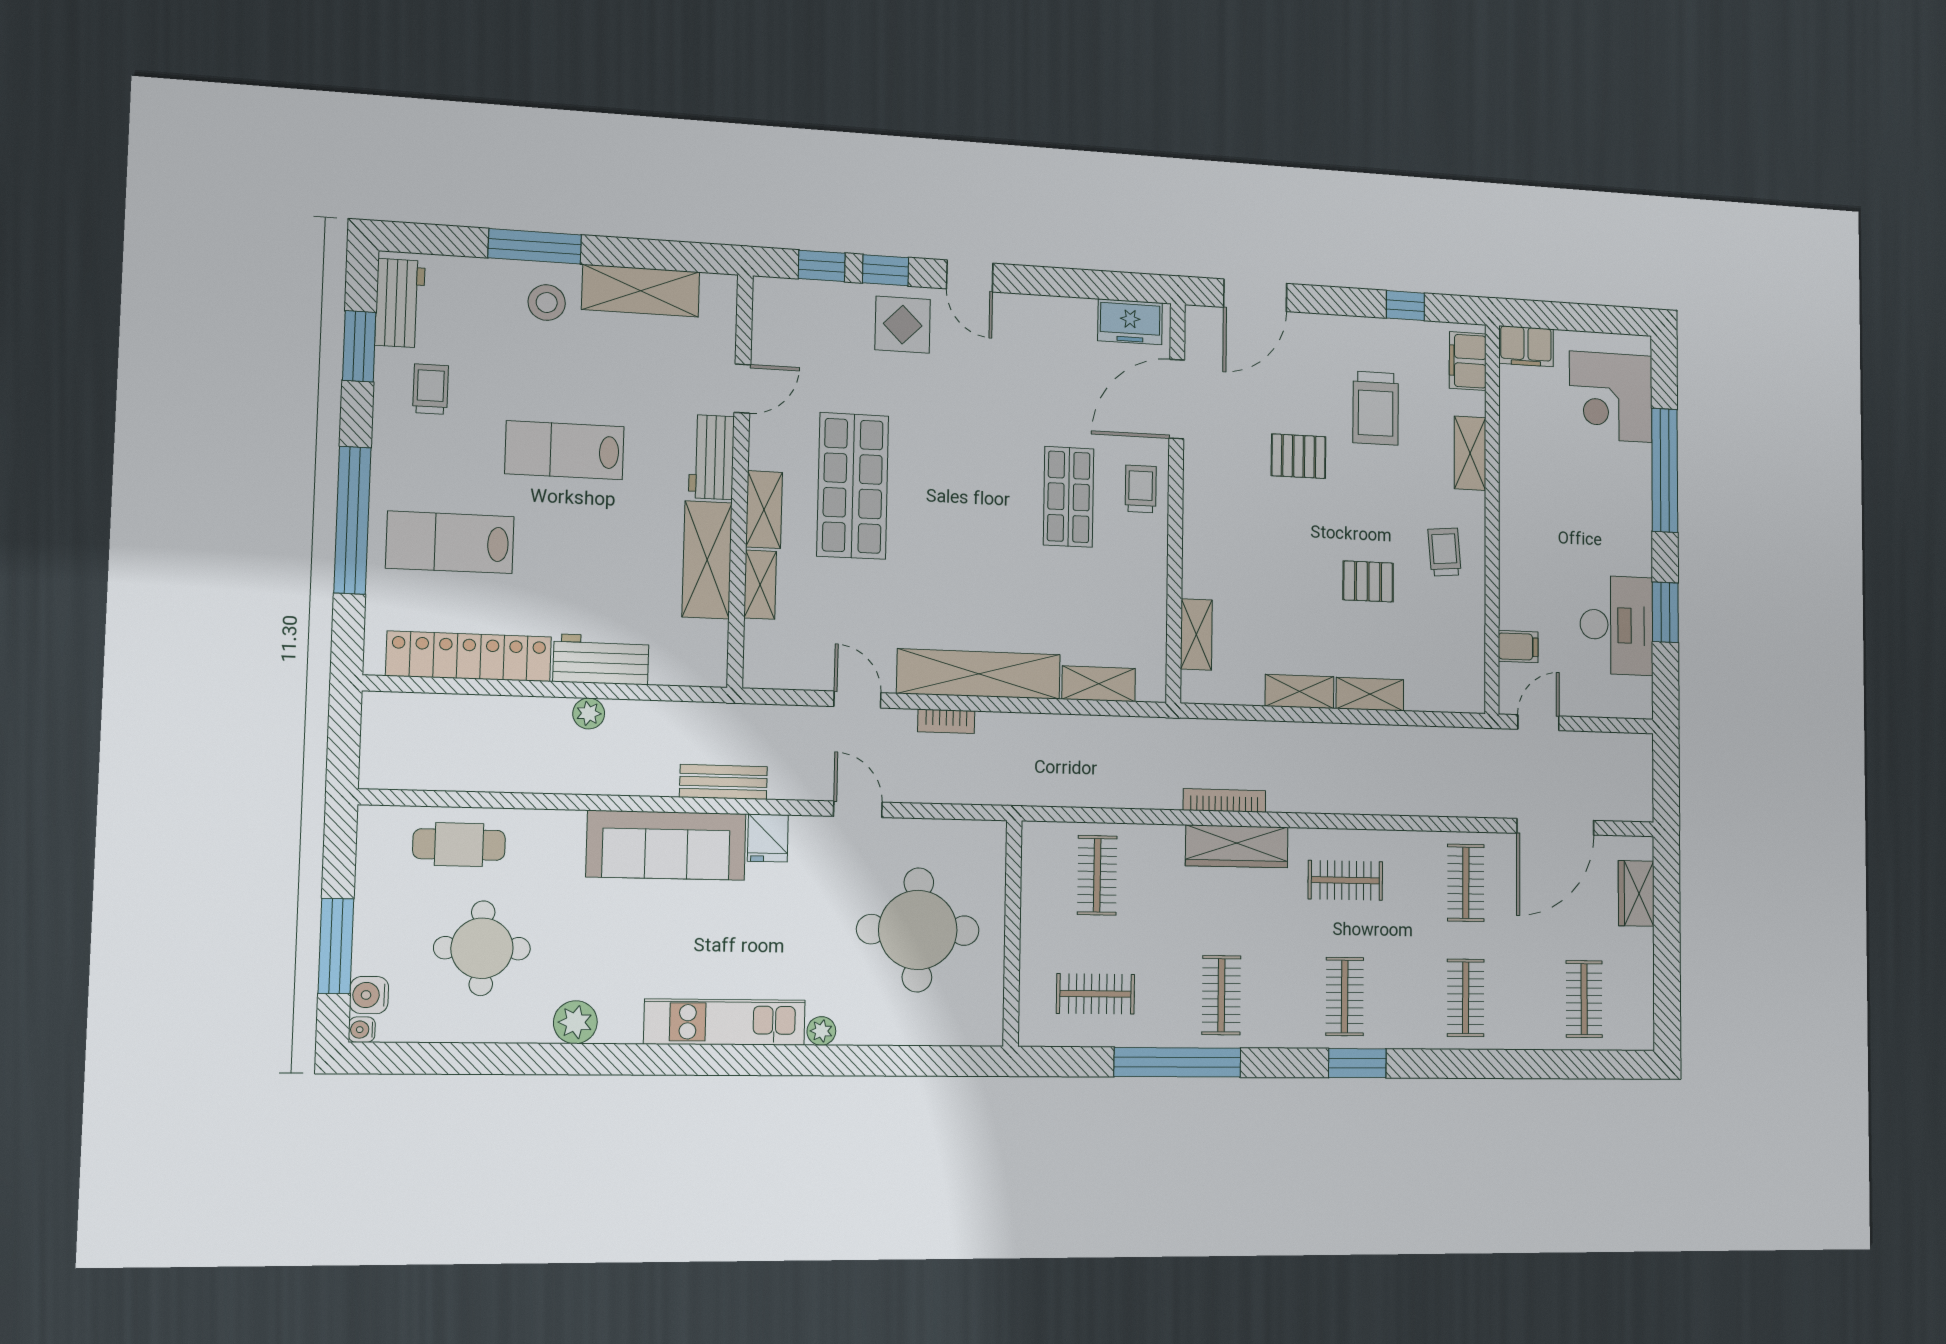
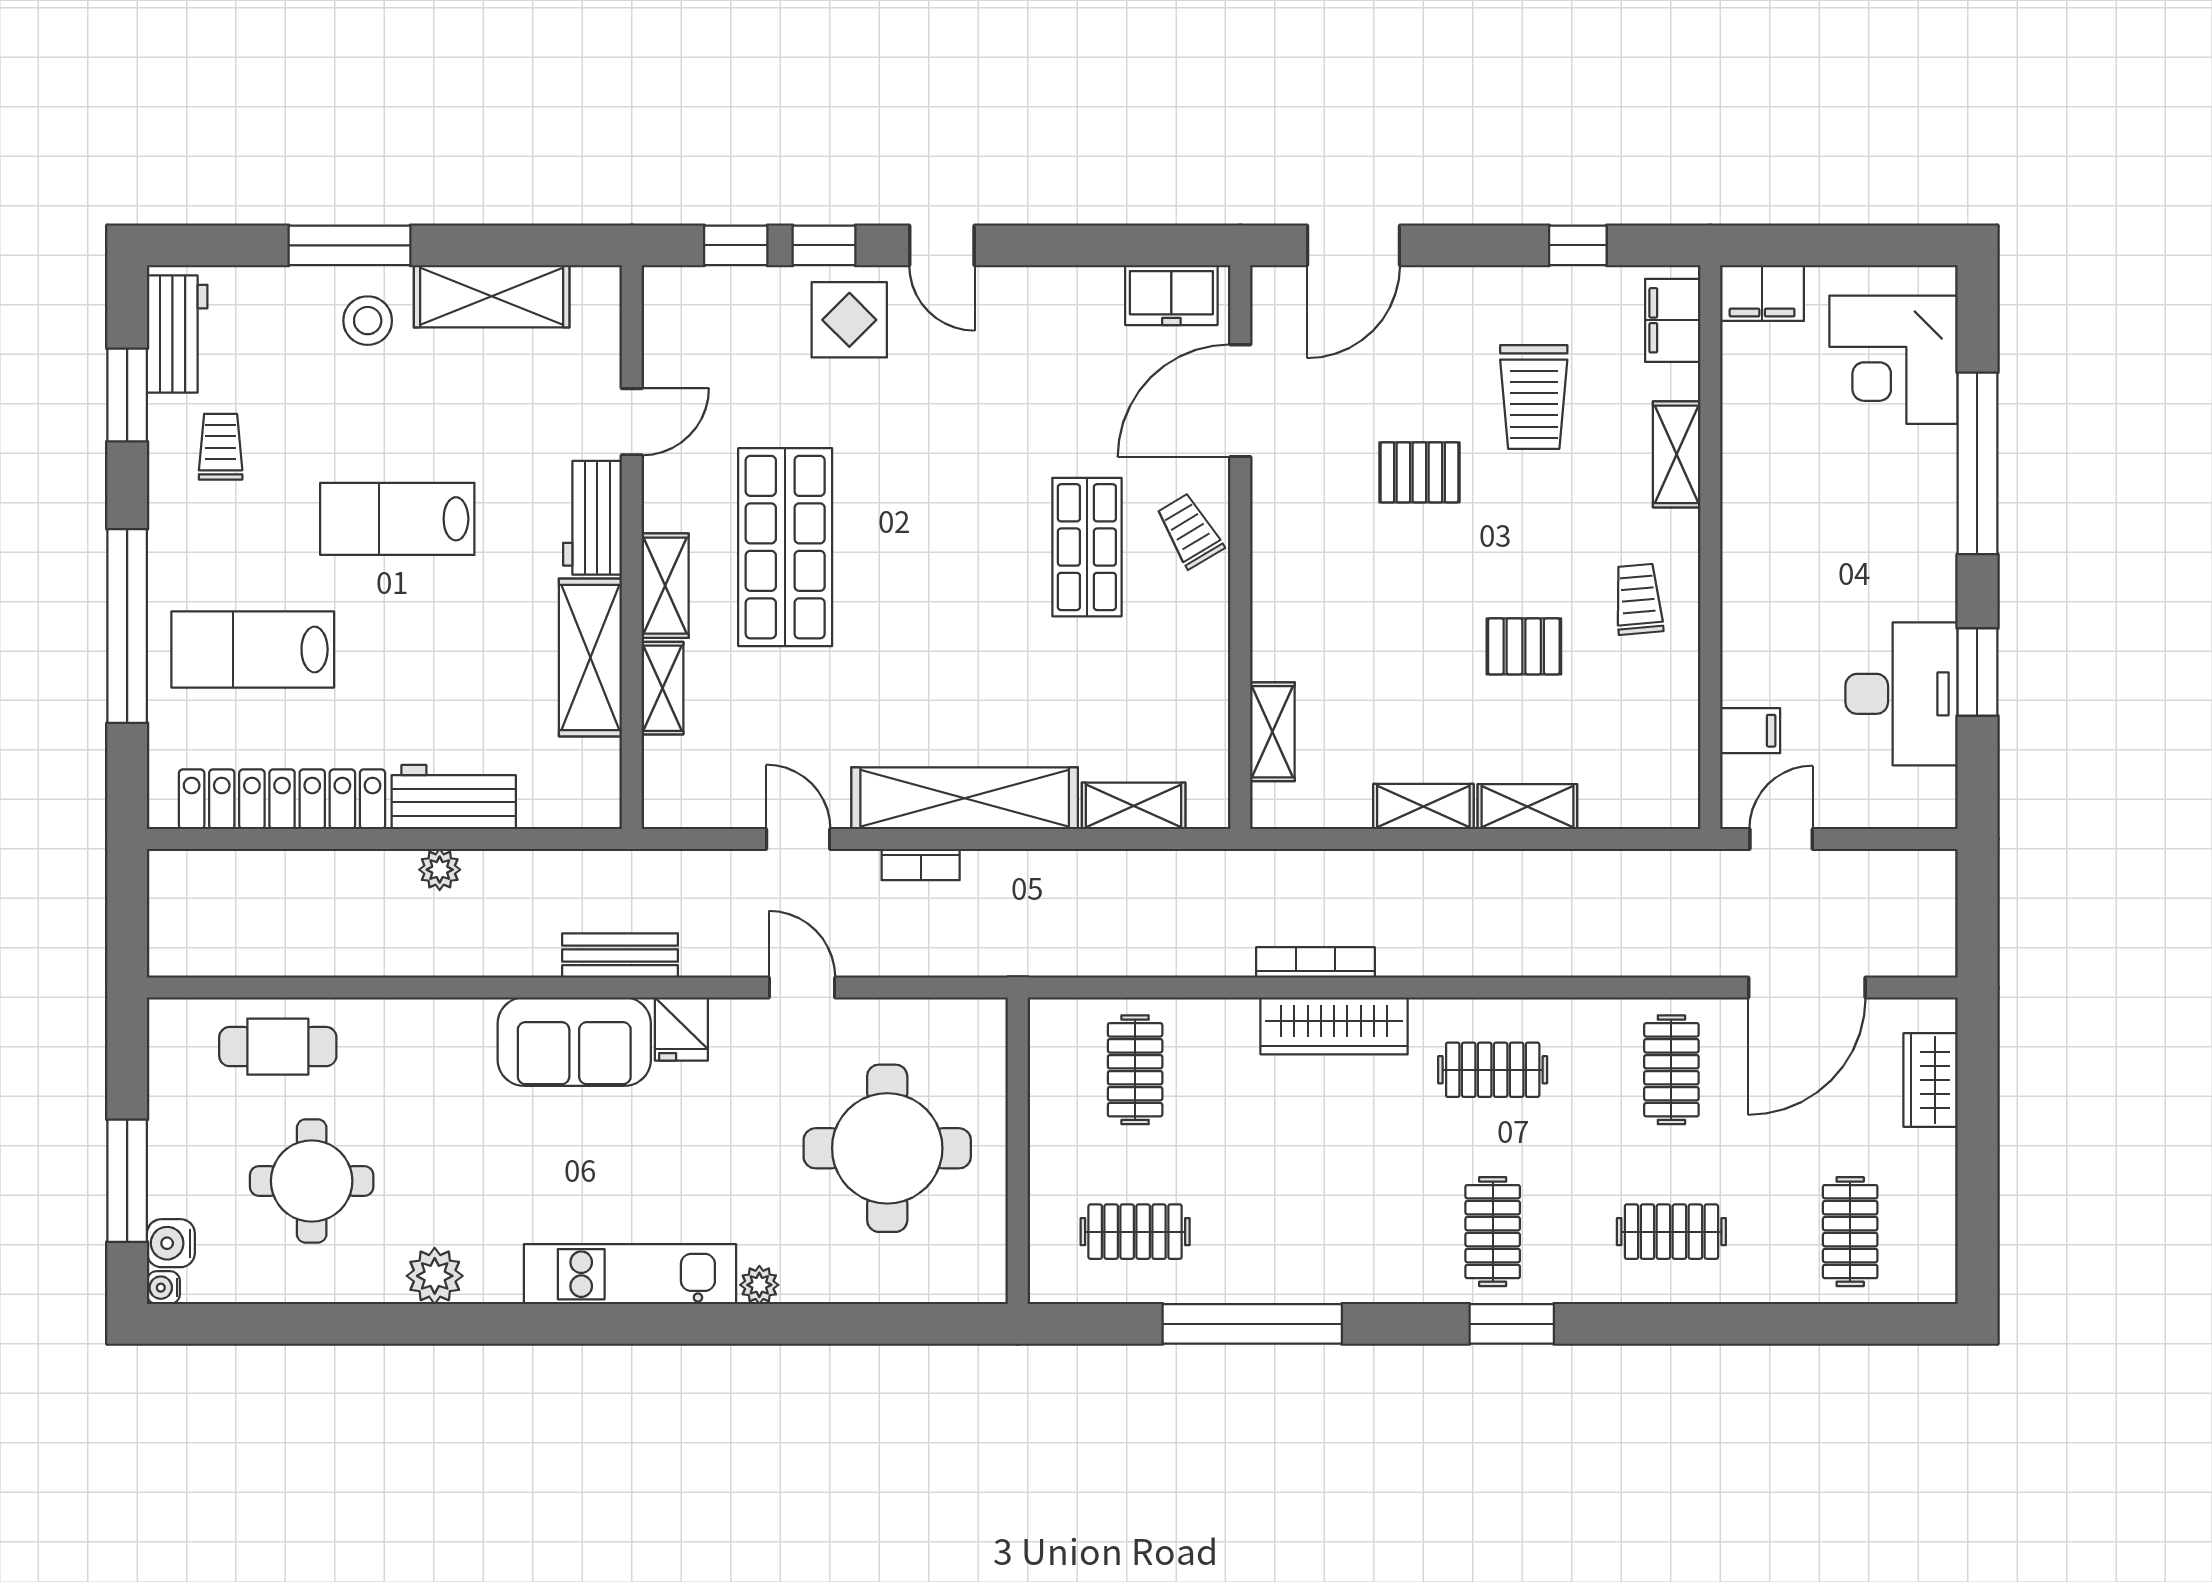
trolley: (1141, 489) -> (1190, 531), turned -31
sofa: (666, 845) -> (574, 1042), width x0.73
clothes rail: (1221, 995) -> (1314, 1232), removed
clothes rail: (1466, 998) -> (1671, 1232), turned 90

